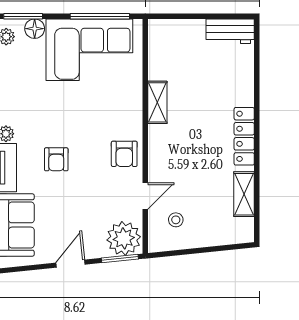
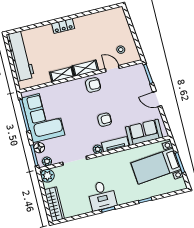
workbench: (230, 31) -> (20, 56), width x1.88, depth x1.32
locker: (244, 136) -> (63, 26), width x0.66
shelving: (244, 194) -> (85, 68), moved
plant: (124, 238) -> (137, 74), removed

